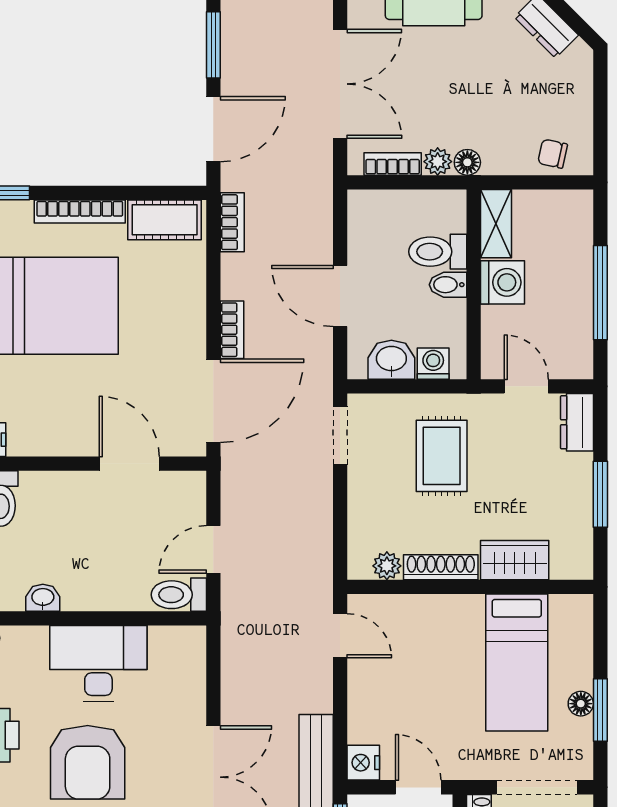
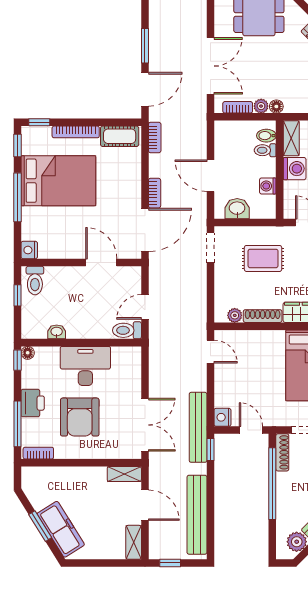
toilet: (438, 252) -> (265, 150), width x0.73, depth x0.72
bidet: (448, 285) -> (266, 136), moved
washing machine: (433, 364) -> (268, 186), moved, turned -90
rug: (442, 456) -> (263, 258), turned 90

